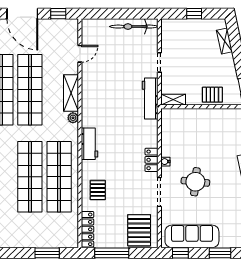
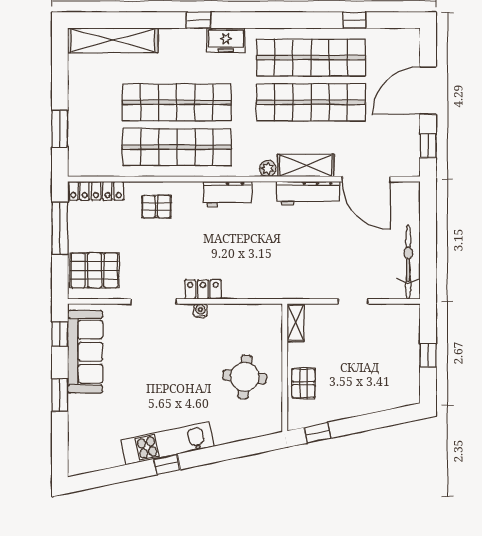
shelving: (224, 41) -> (386, 402), removed
door: (80, 54) -> (366, 179), width x1.88
workbench: (150, 98) -> (308, 193), moved, turned 180
round table: (195, 182) -> (245, 377), moved

